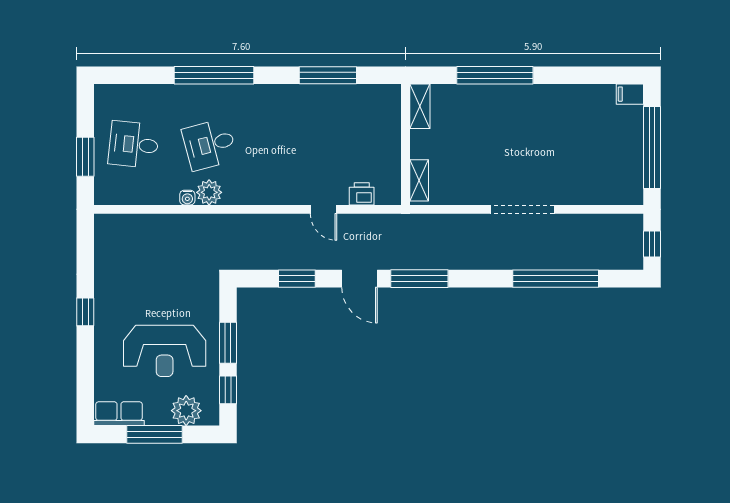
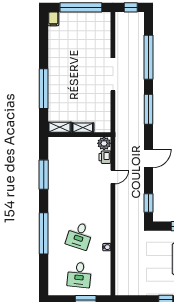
desk: (210, 144) -> (79, 236), turned 33
shelving: (419, 180) -> (83, 128), moved
plant: (209, 192) -> (104, 143), moved
window: (297, 279) -> (148, 203), moved
window: (419, 279) -> (148, 109), moved

